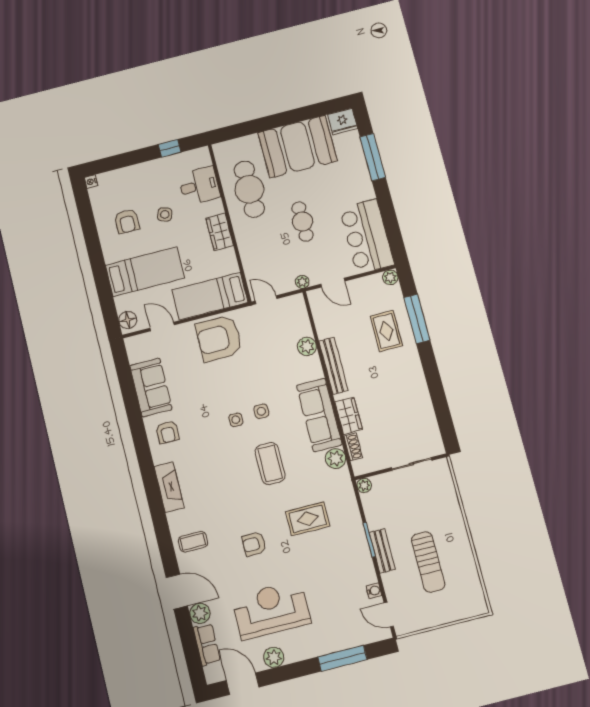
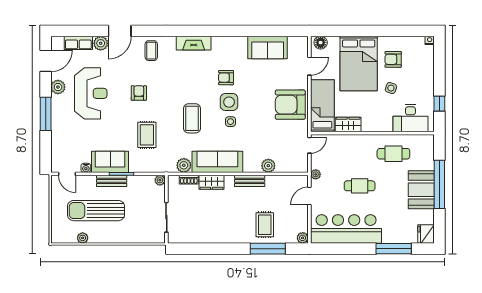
window: (274, 121) -> (439, 184), added
booth: (297, 147) -> (421, 190), width x0.73, depth x0.70
desk: (199, 186) -> (410, 118), width x1.37
cafe table: (249, 189) -> (393, 154), width x0.73, depth x0.74
wardrobe: (220, 232) -> (348, 124), moved
bar counter: (367, 236) -> (346, 229), width x1.36
bed: (145, 272) -> (359, 63), width x1.50
rug: (386, 331) -> (265, 225), turned 90
armchair: (219, 338) -> (290, 105), turned -90
bench: (333, 366) -> (250, 181), width x0.73
side table: (236, 420) -> (229, 102), width x1.87, depth x1.87
armchair: (168, 432) -> (226, 78), moved
coffee table: (270, 464) -> (192, 118), turned 90
sofa: (357, 560) -> (110, 162), added
sun lounger: (428, 562) -> (96, 211), width x1.36, depth x1.34
plant: (470, 571) -> (83, 238), added
door: (389, 615) -> (67, 174), swing flipped
window: (342, 658) -> (46, 114), moved

